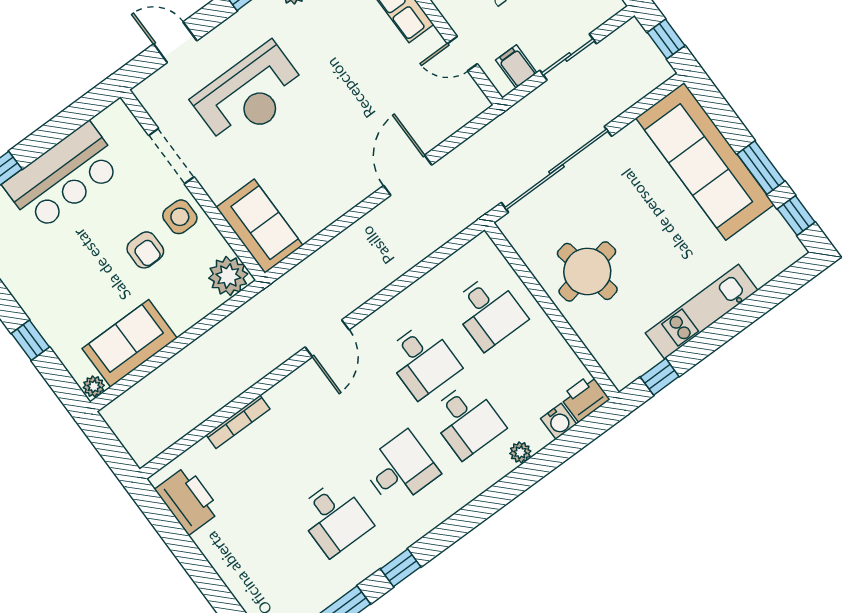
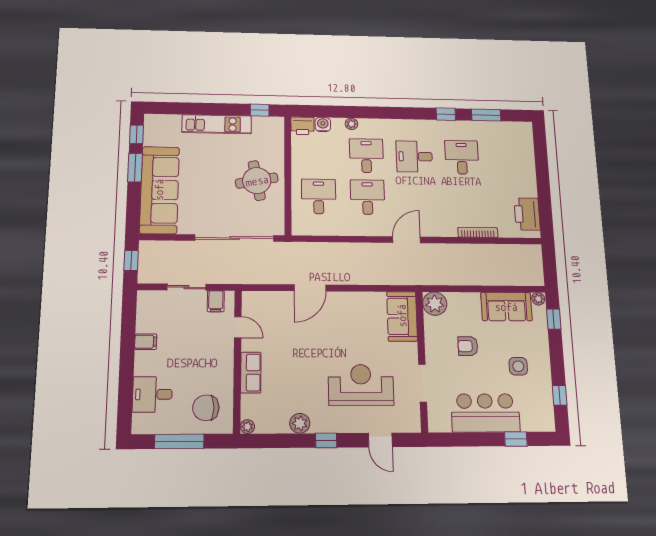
side table: (180, 217) -> (518, 366), moved
armchair: (145, 250) -> (468, 346), turned -90
window: (30, 340) -> (554, 319), moved

